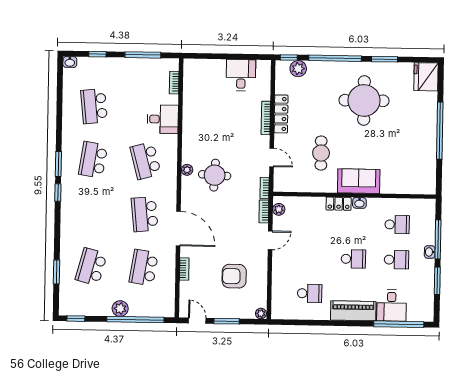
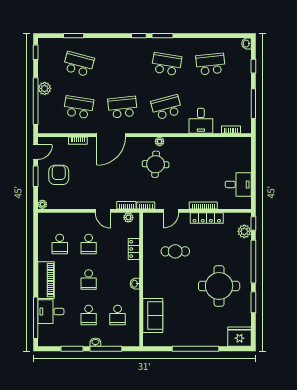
sofa: (359, 181) -> (153, 315), moved
locker: (339, 204) -> (134, 249), moved
school desk: (310, 258) -> (89, 244), added
armchair: (234, 276) -> (59, 175), moved

